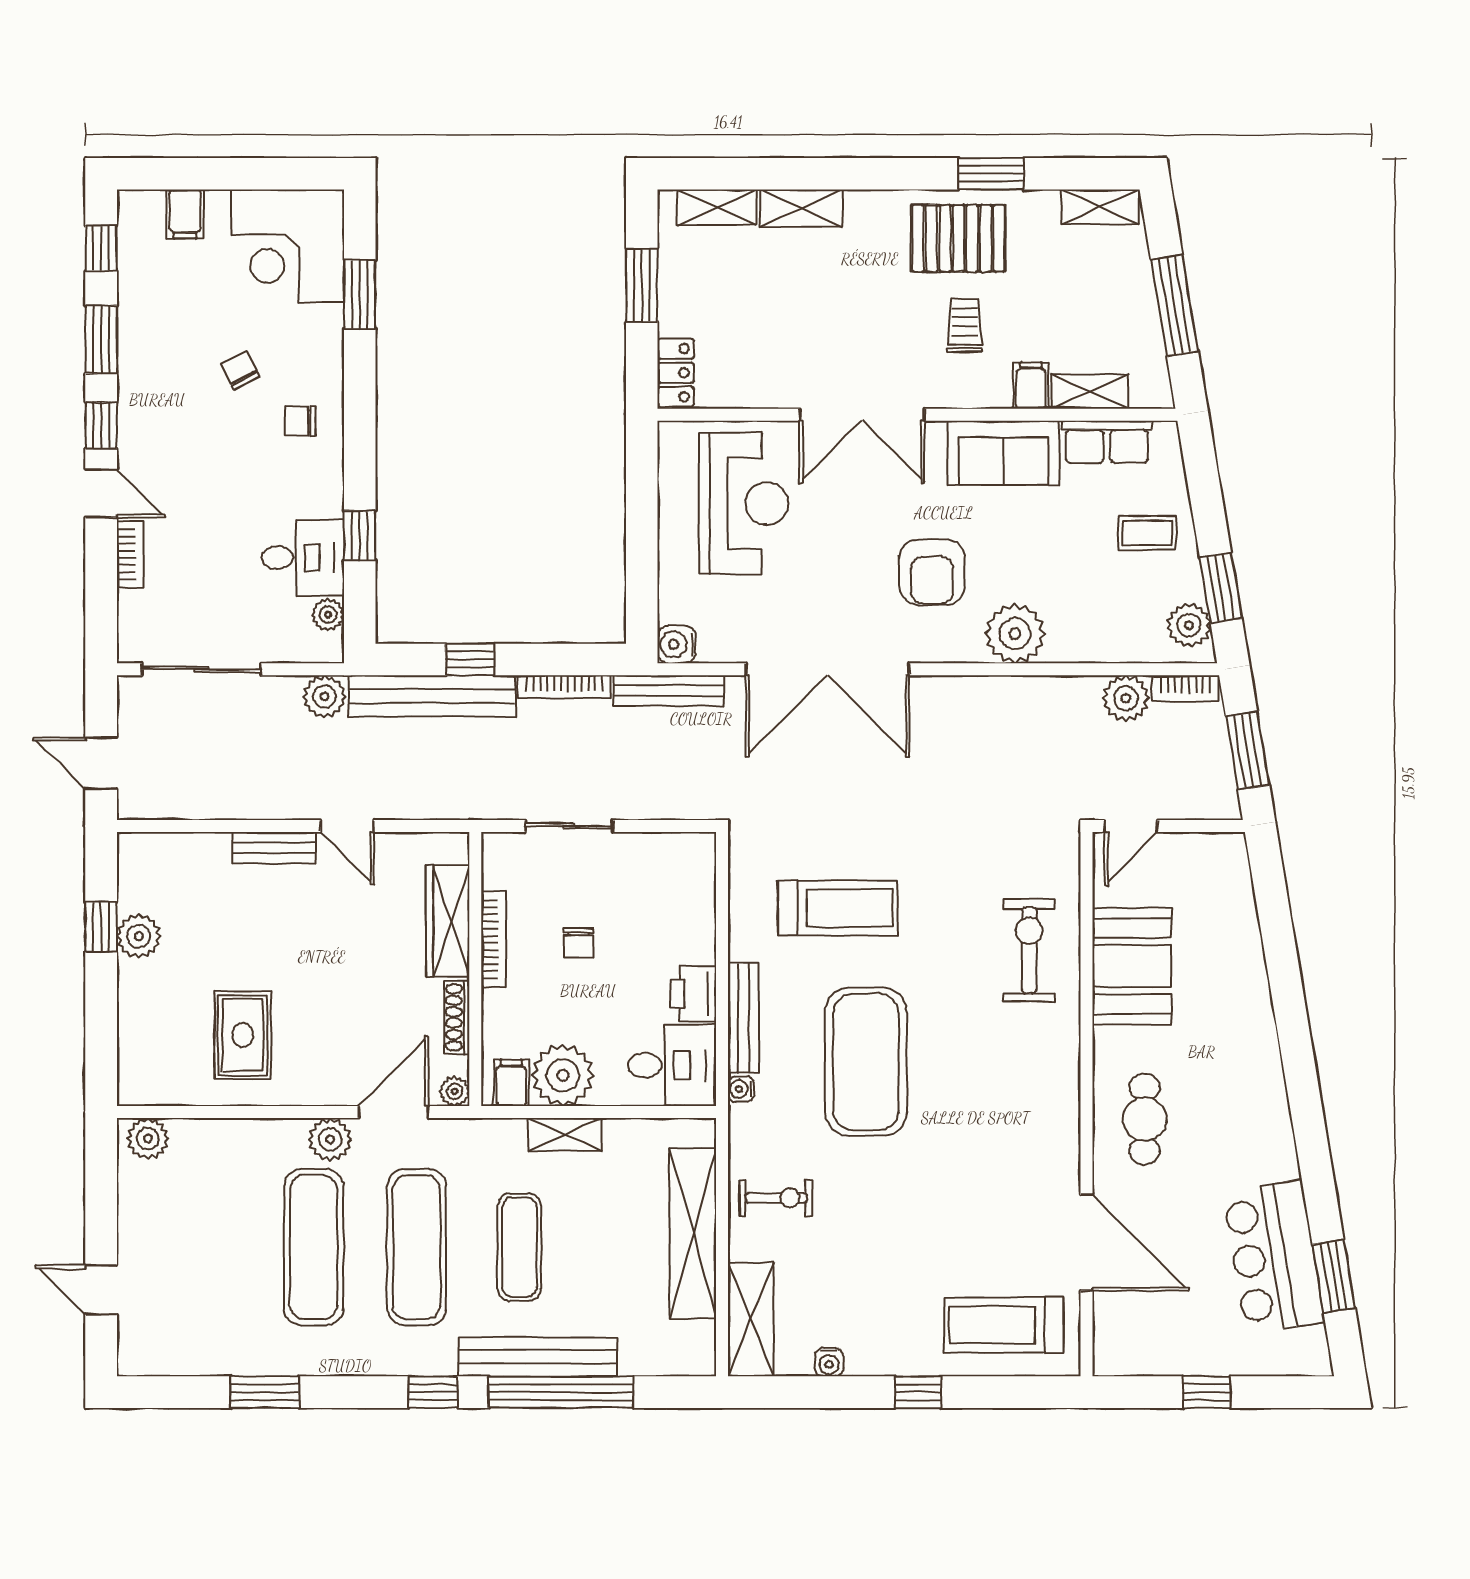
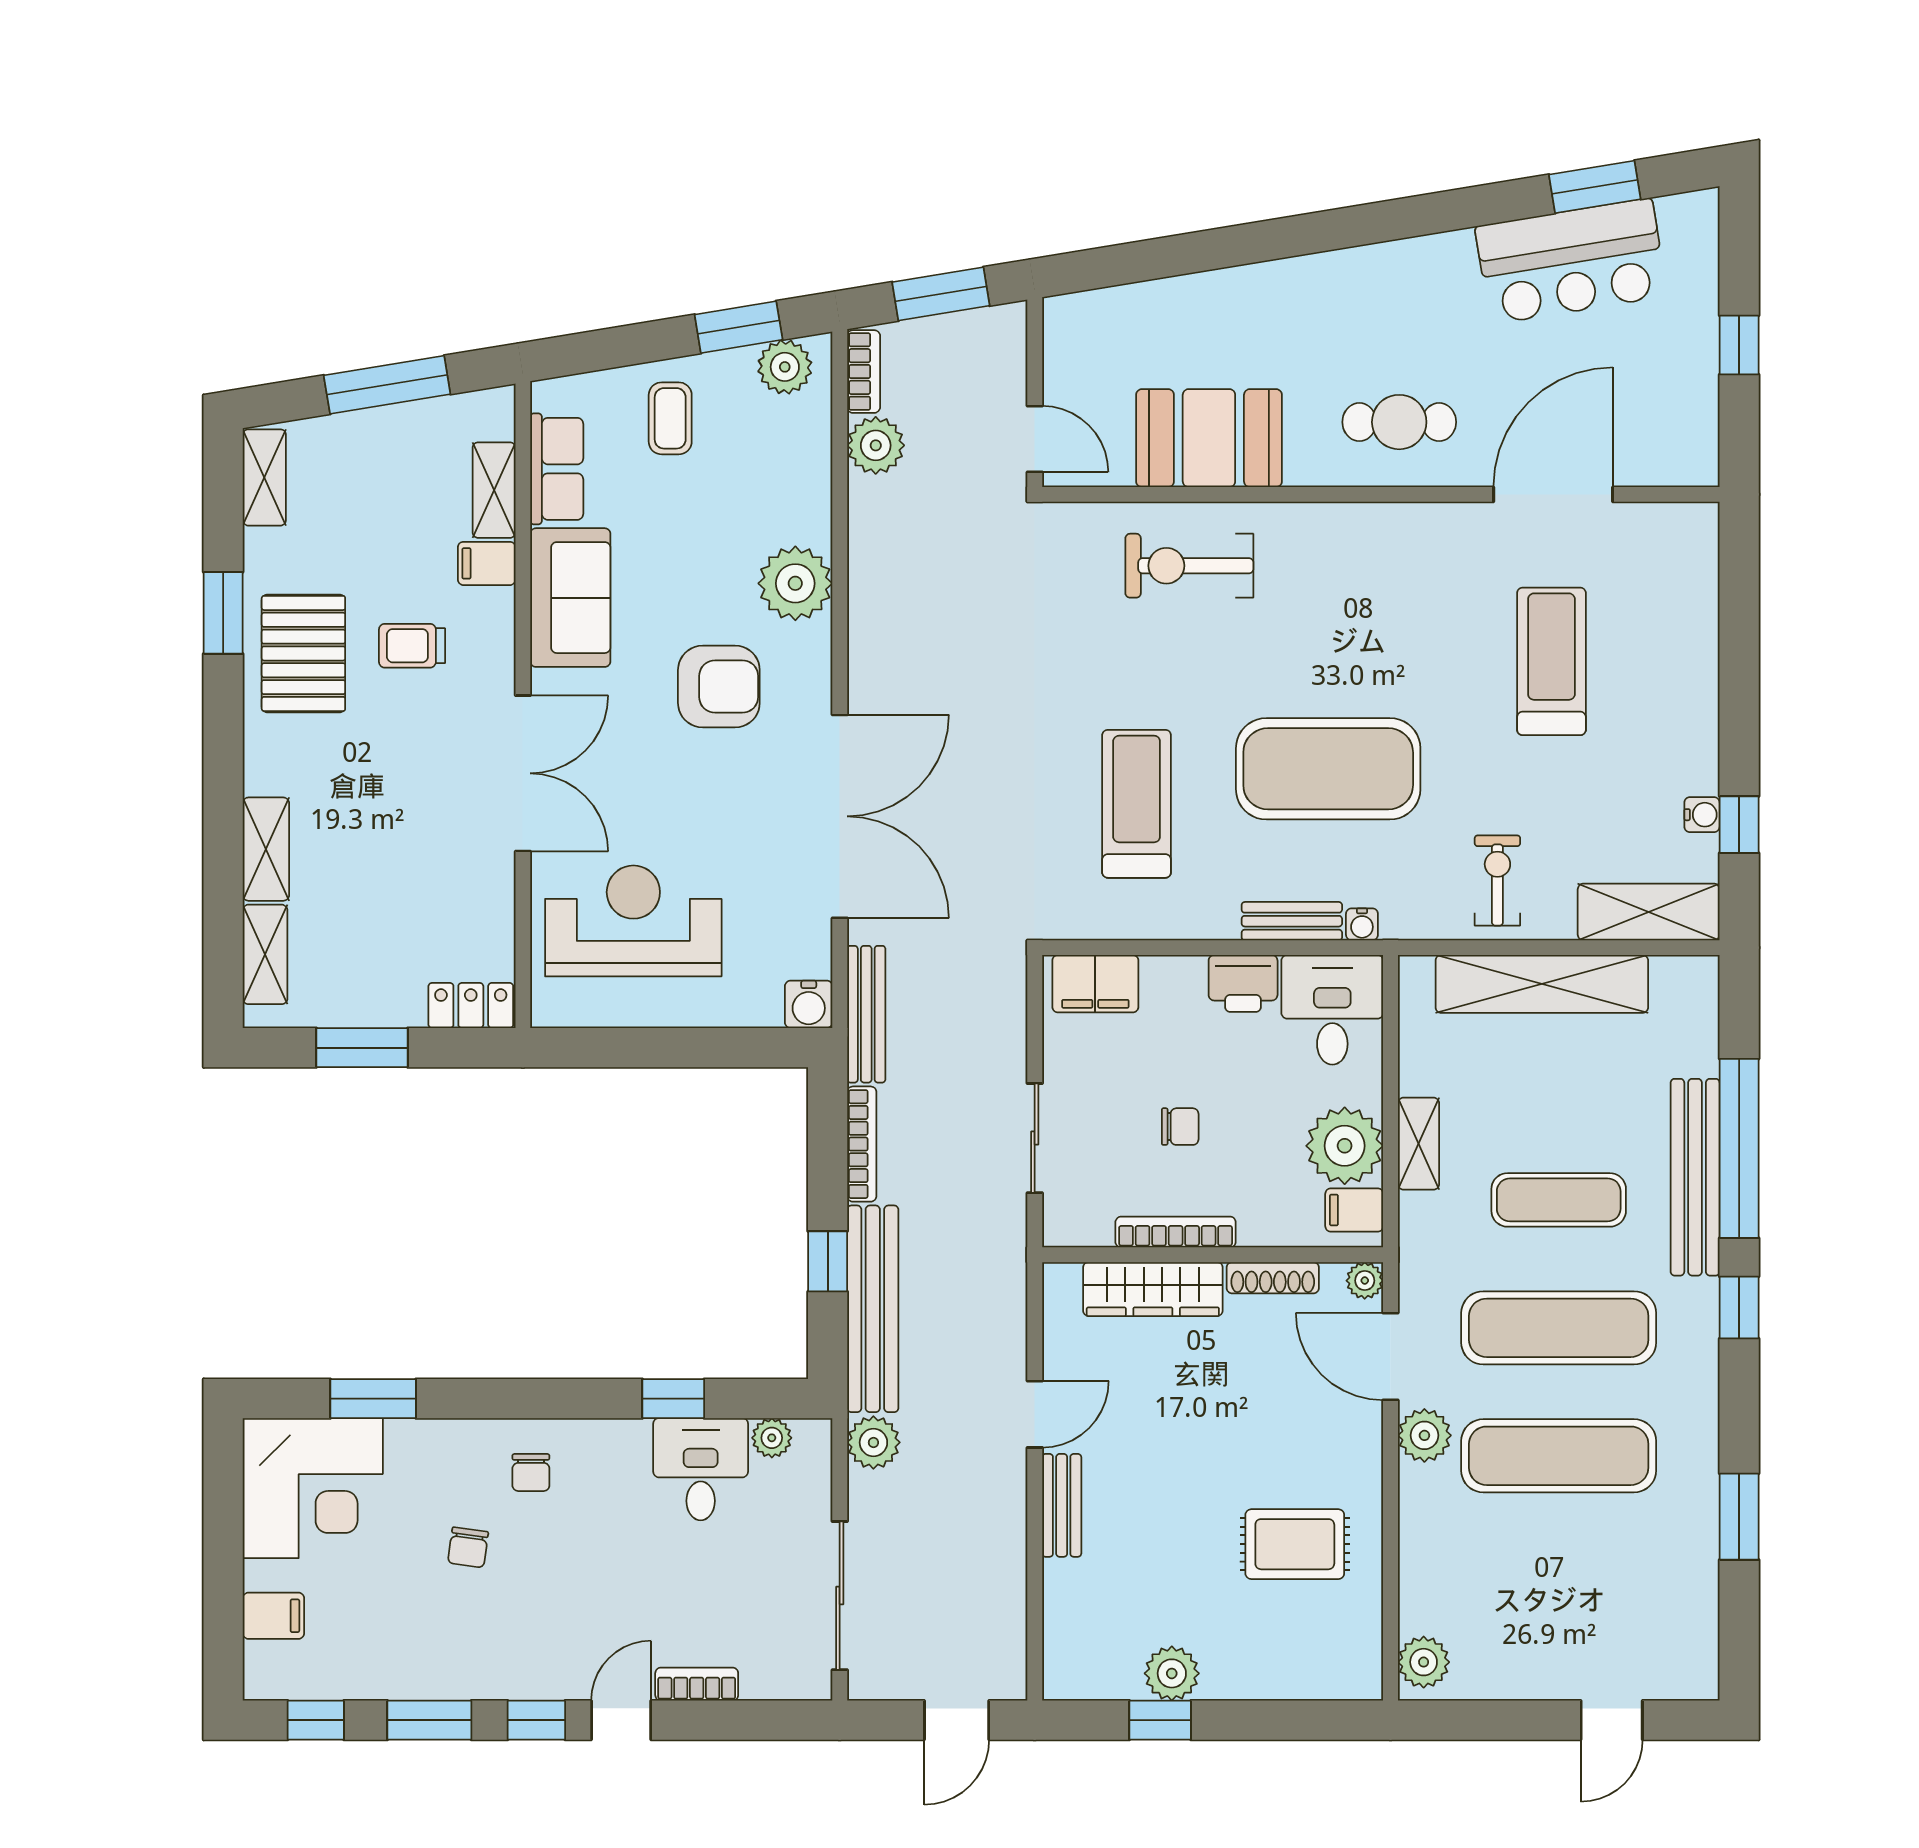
chair: (240, 371) -> (468, 1547), turned -55
filing cabinet: (693, 875) -> (1095, 984), added
bench: (743, 1018) -> (1292, 921), width x0.73
treadmill: (1004, 1325) -> (1551, 661), moved, turned 180
window: (918, 1392) -> (1739, 825), moved

